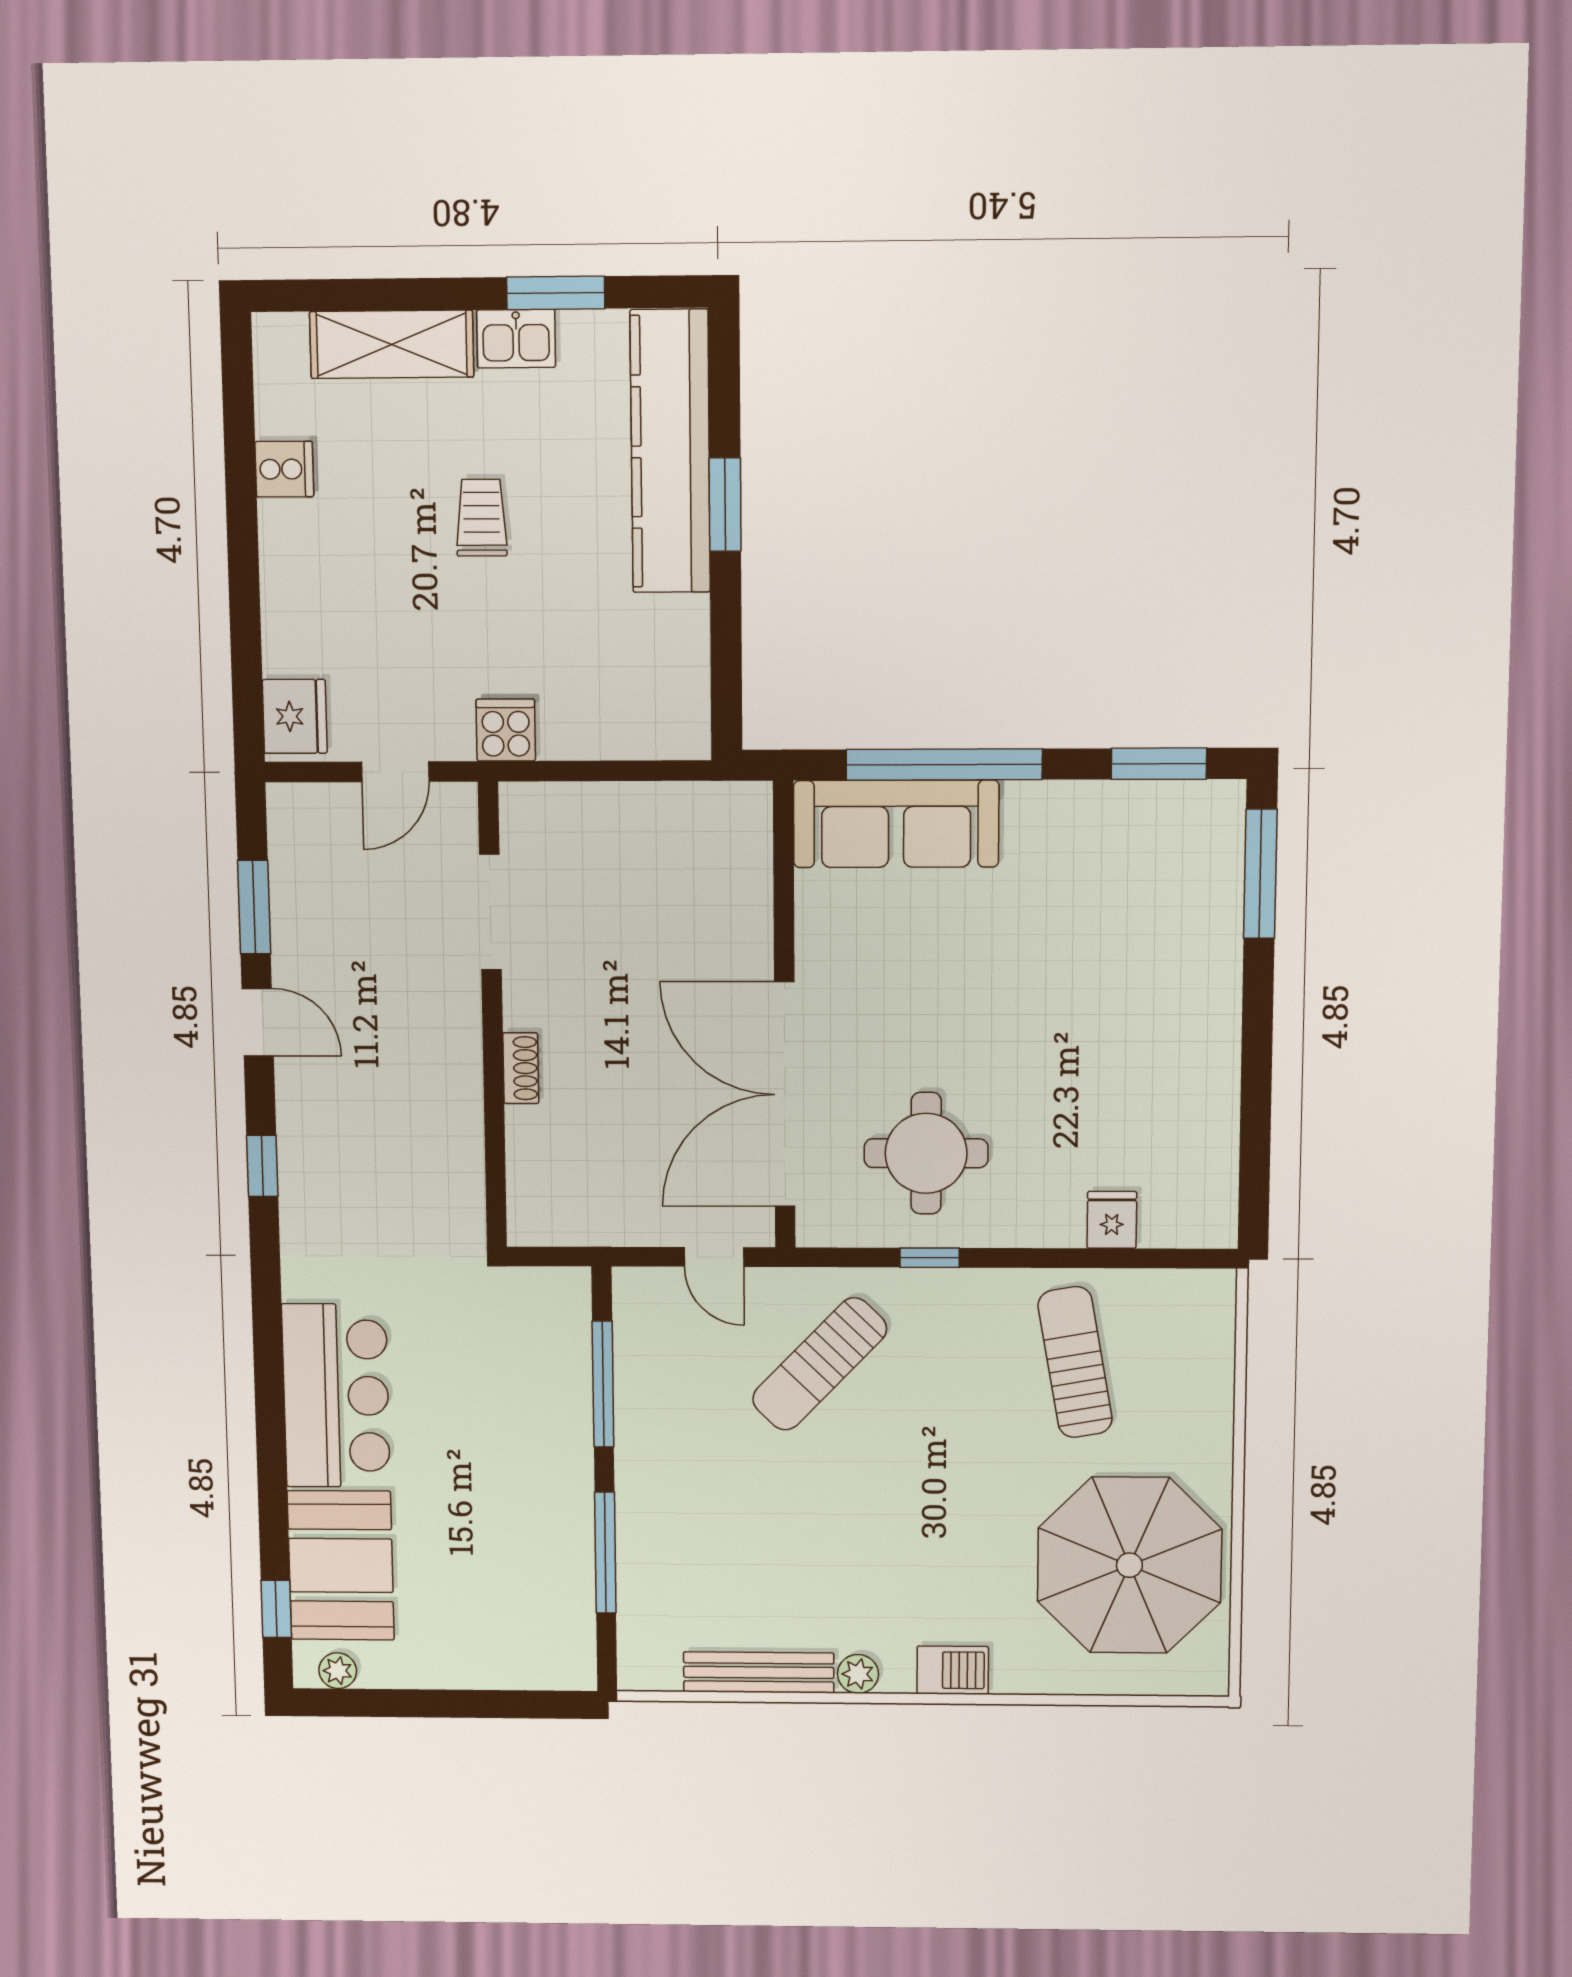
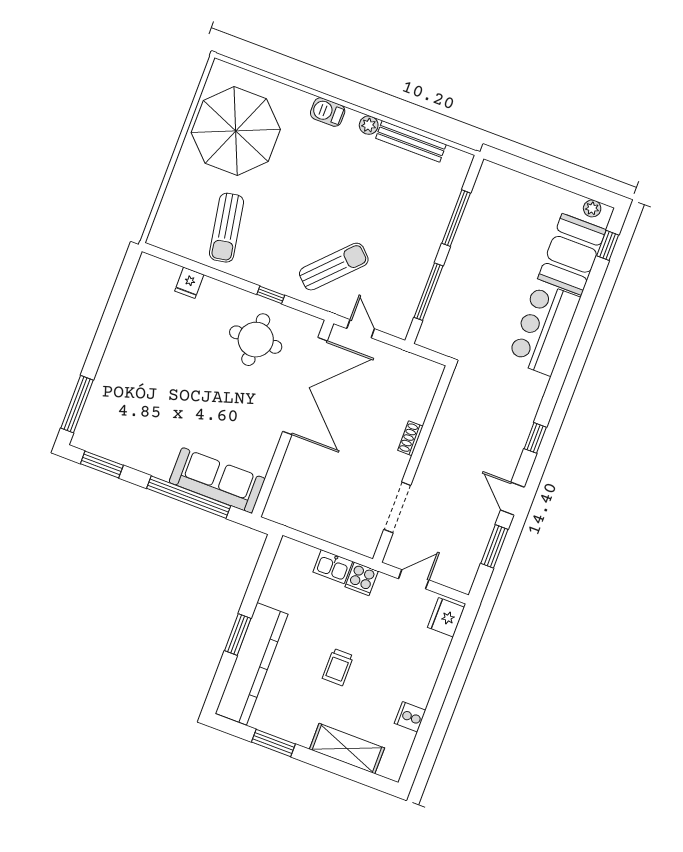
kitchen sink: (516, 339) -> (333, 567), moved, turned 180

